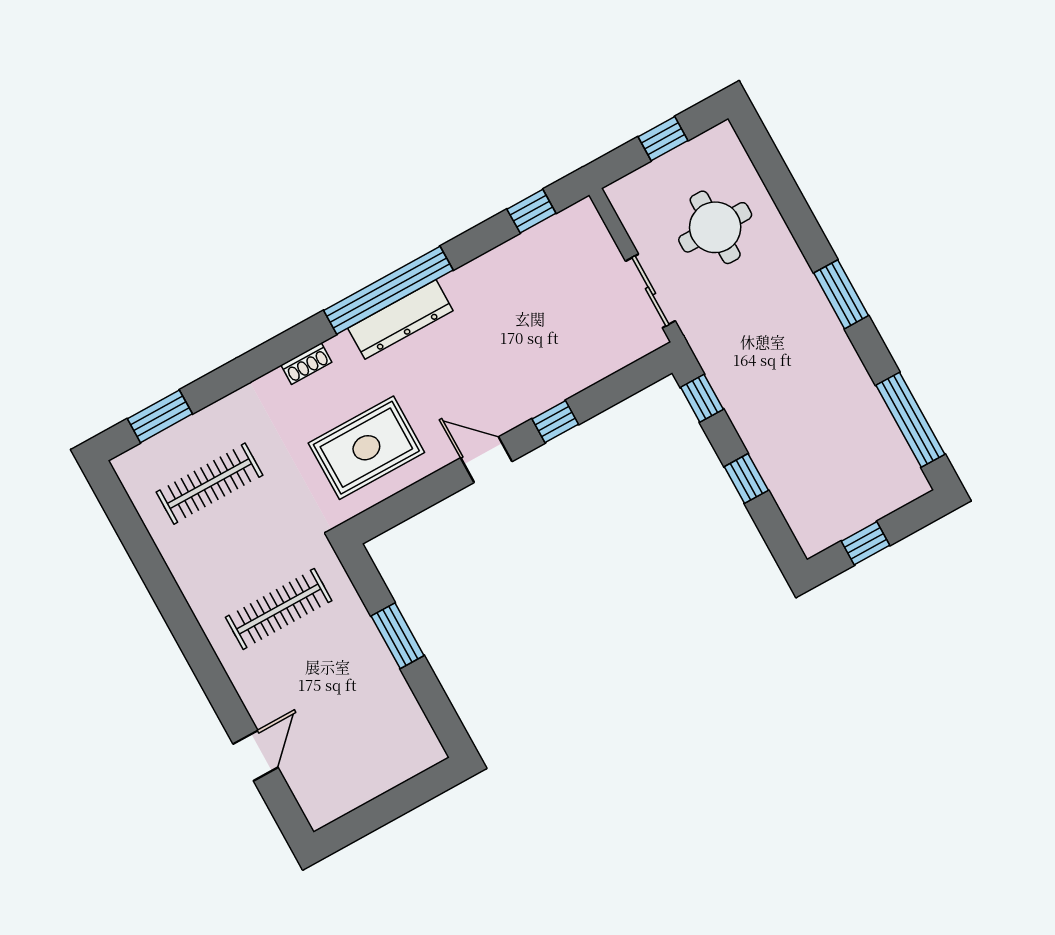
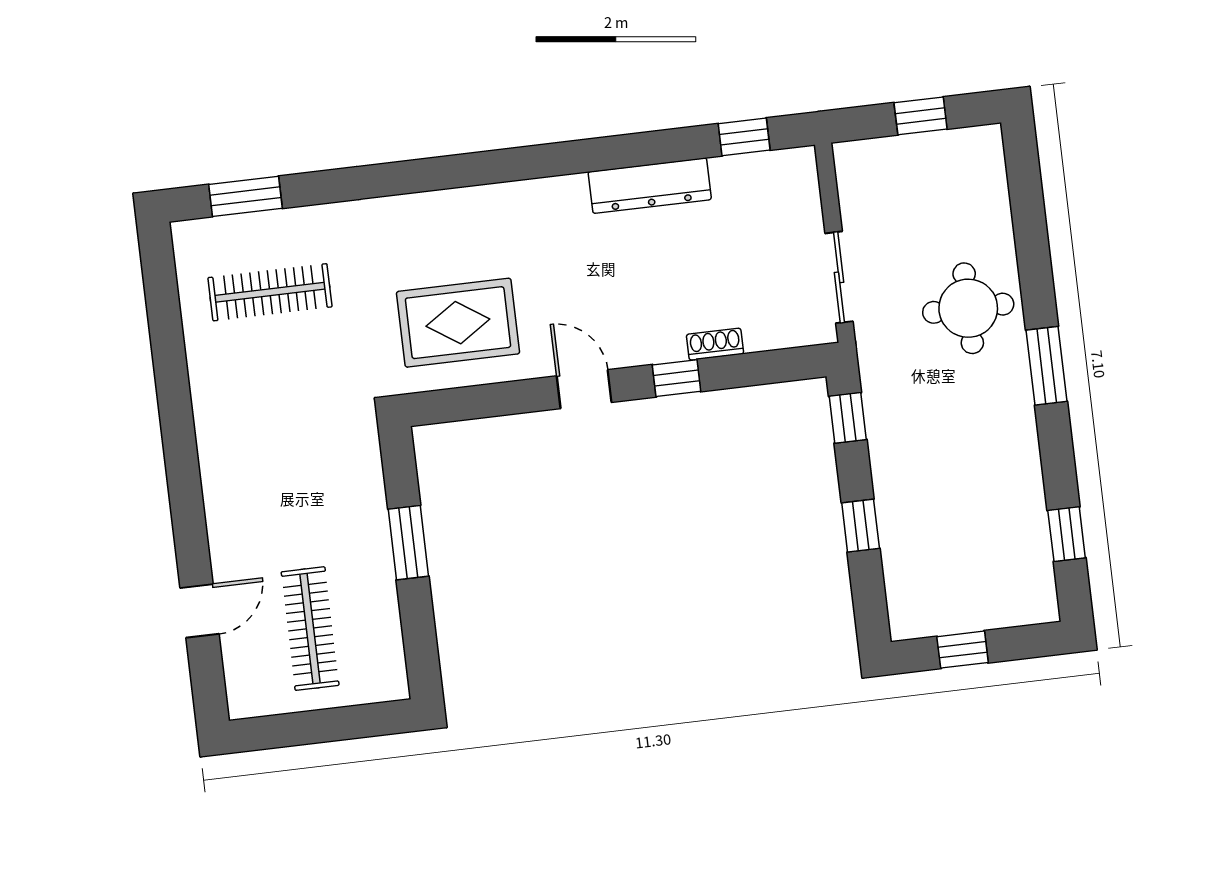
round table: (715, 227) -> (968, 308), moved
window: (388, 290) -> (552, 160), removed
dresser: (400, 319) -> (650, 186), moved
shoe rack: (306, 364) -> (715, 344), moved, turned 180
window: (910, 420) -> (1067, 534), width x0.46
clothes rail: (279, 609) -> (310, 629), moved, turned 90

